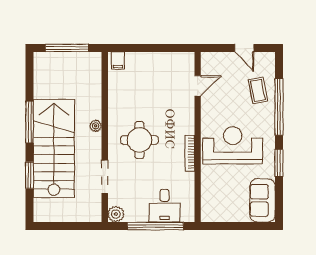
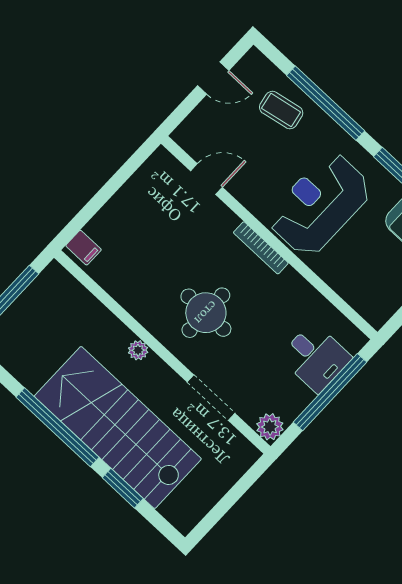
door: (198, 86) -> (206, 179), hinge flipped
window: (30, 122) -> (57, 427), width x1.46
bookcase: (190, 153) -> (261, 248), moved

